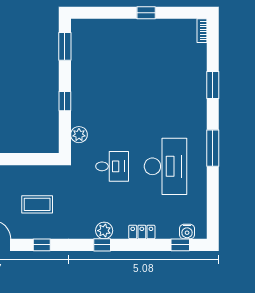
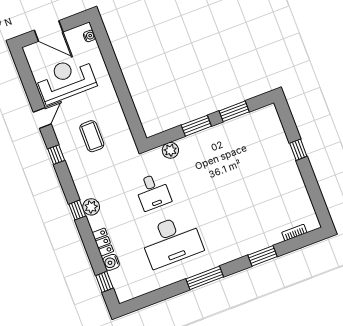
window: (146, 13) -> (298, 150), moved
bookcase: (202, 31) -> (294, 233), moved
window: (65, 46) -> (234, 111), moved
window: (65, 101) -> (196, 126), width x1.50
water cooler: (187, 232) -> (111, 262), moved

